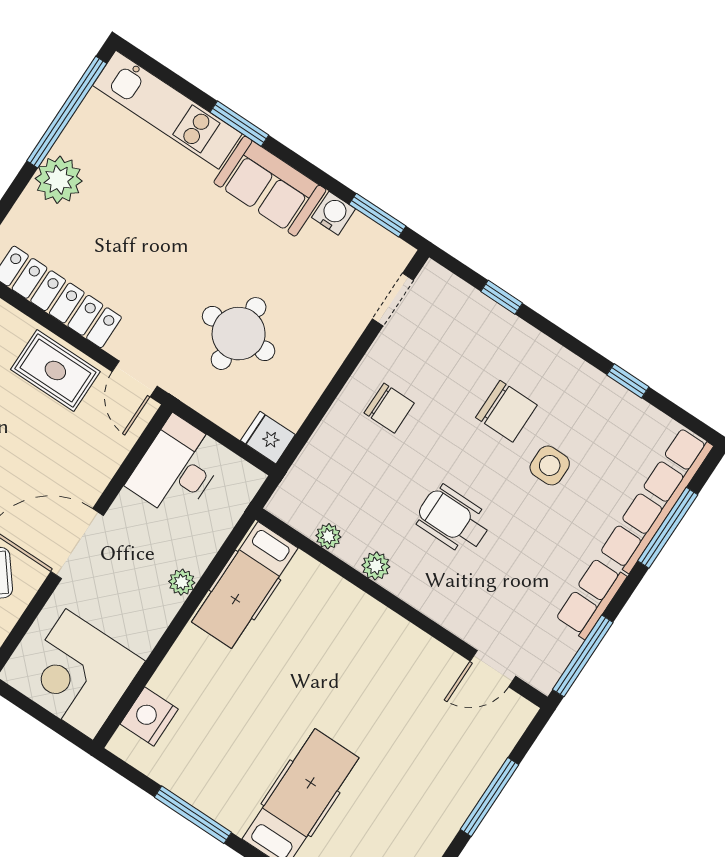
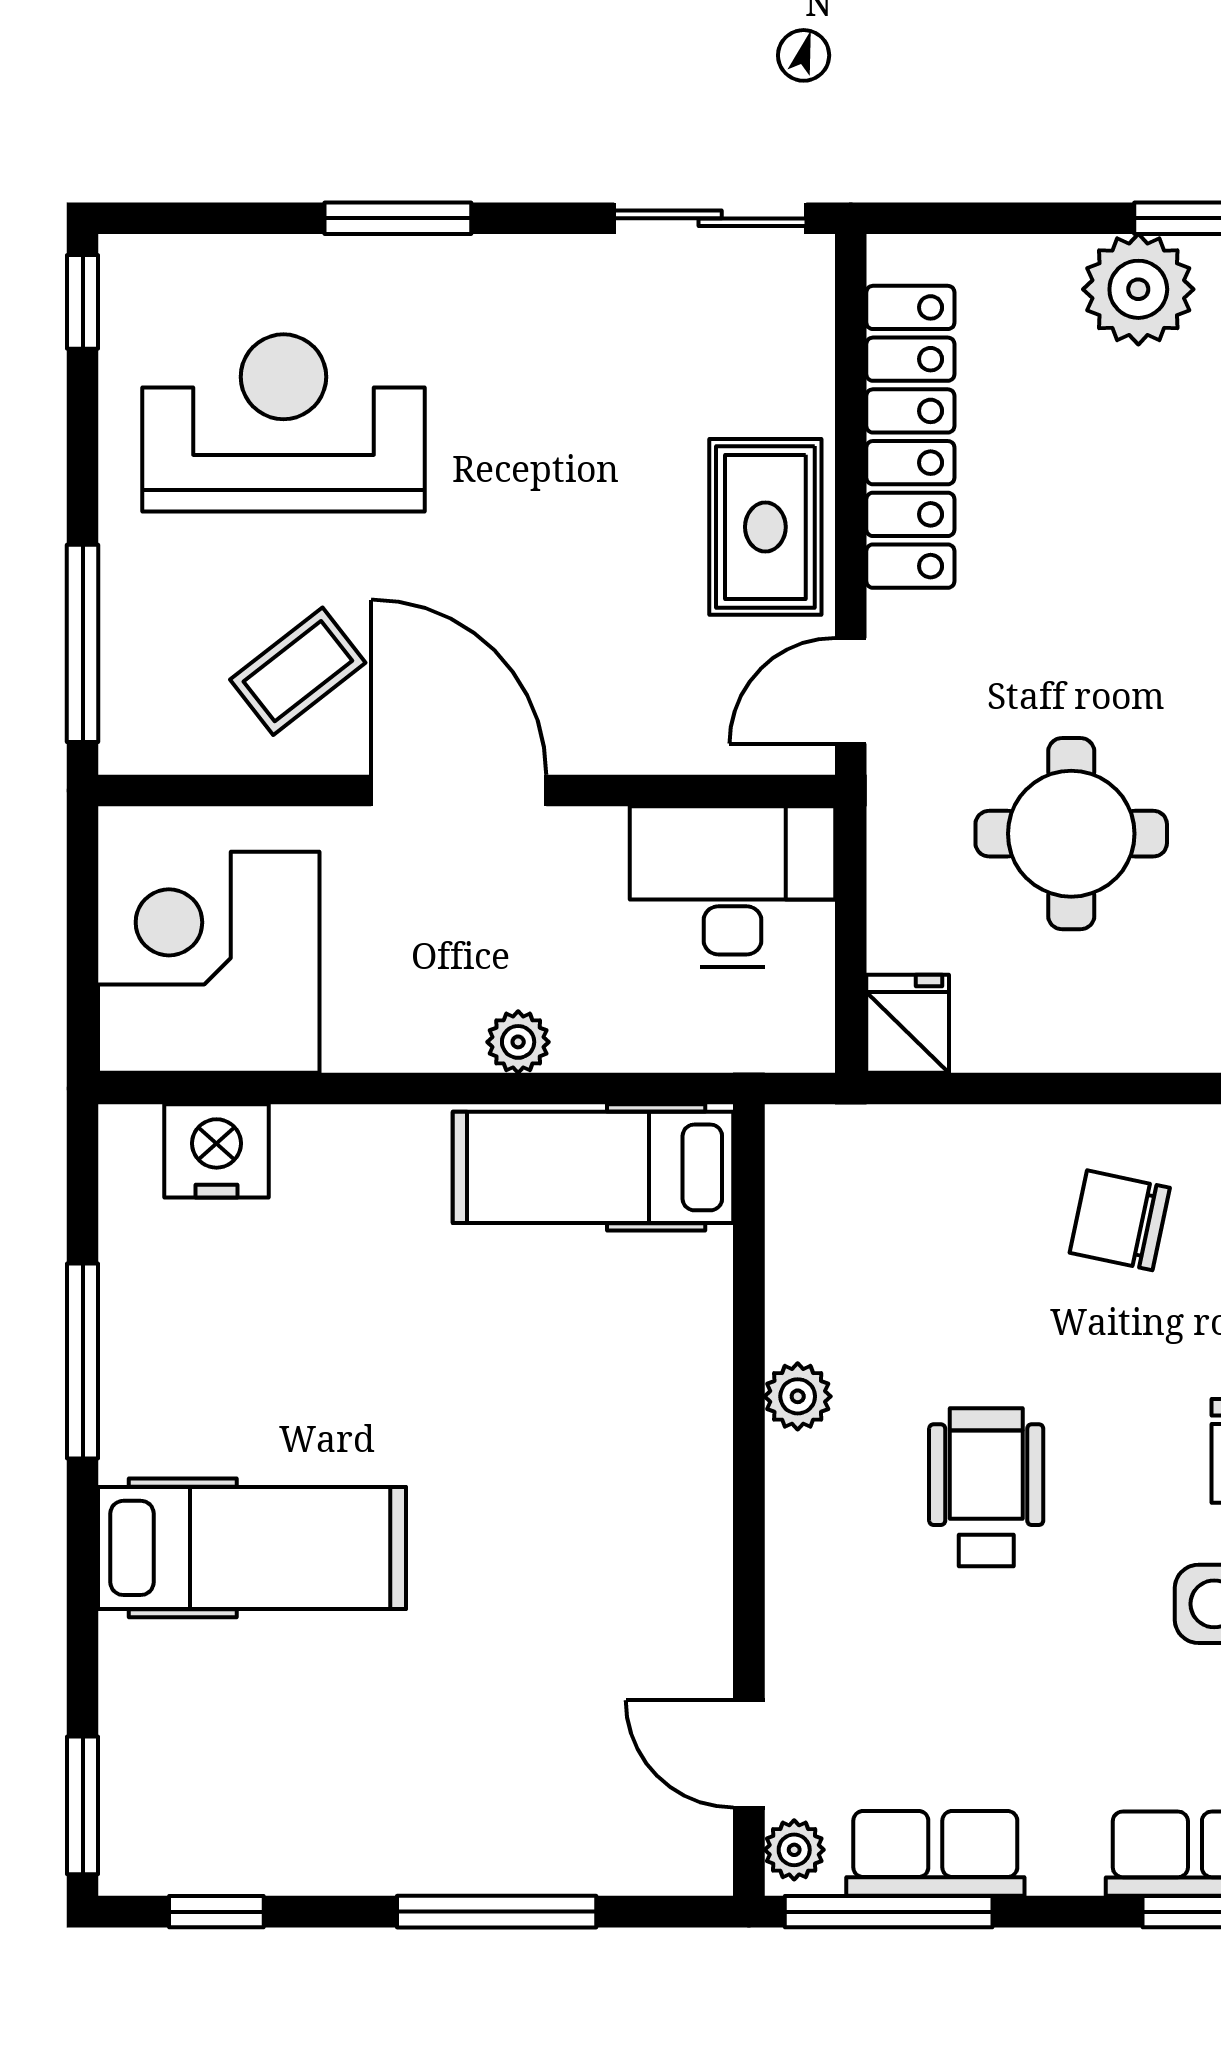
chair: (389, 408) -> (1120, 1220), turned 102
plant: (328, 536) -> (794, 1850), moved
row of seats: (591, 598) -> (935, 1853), moved

